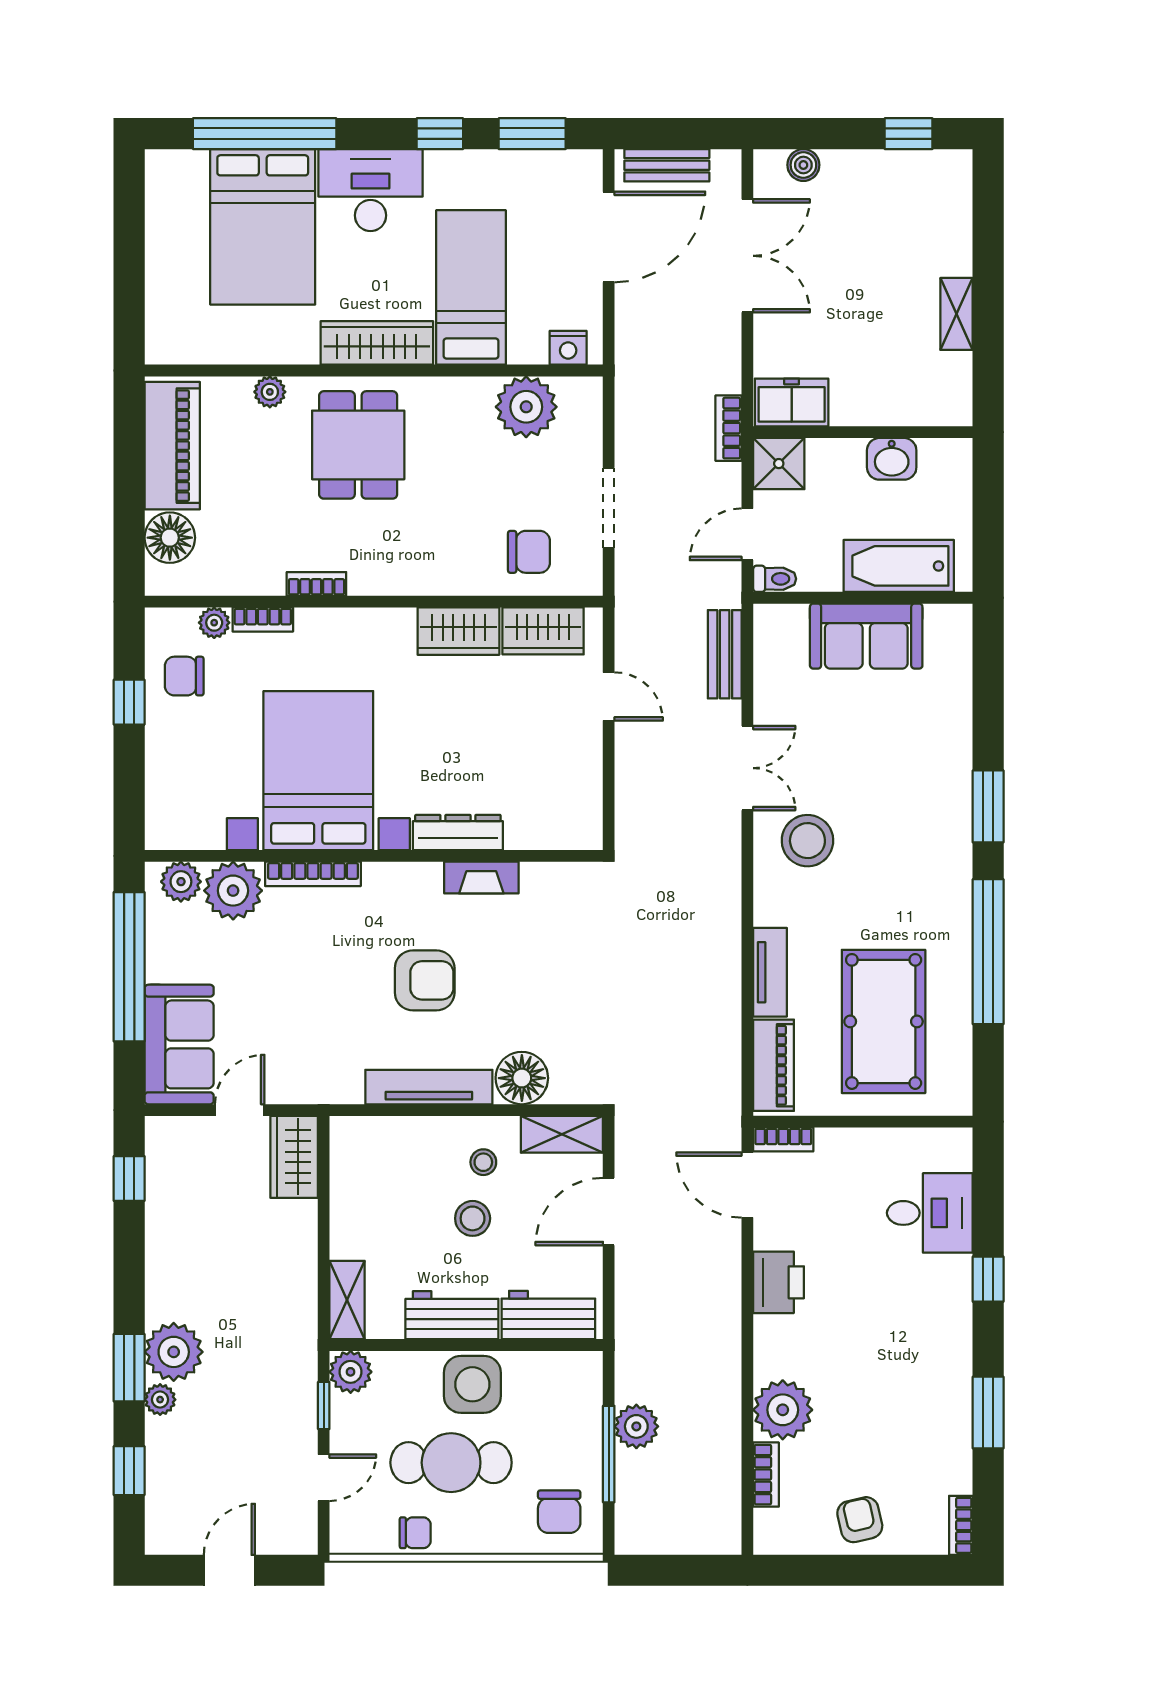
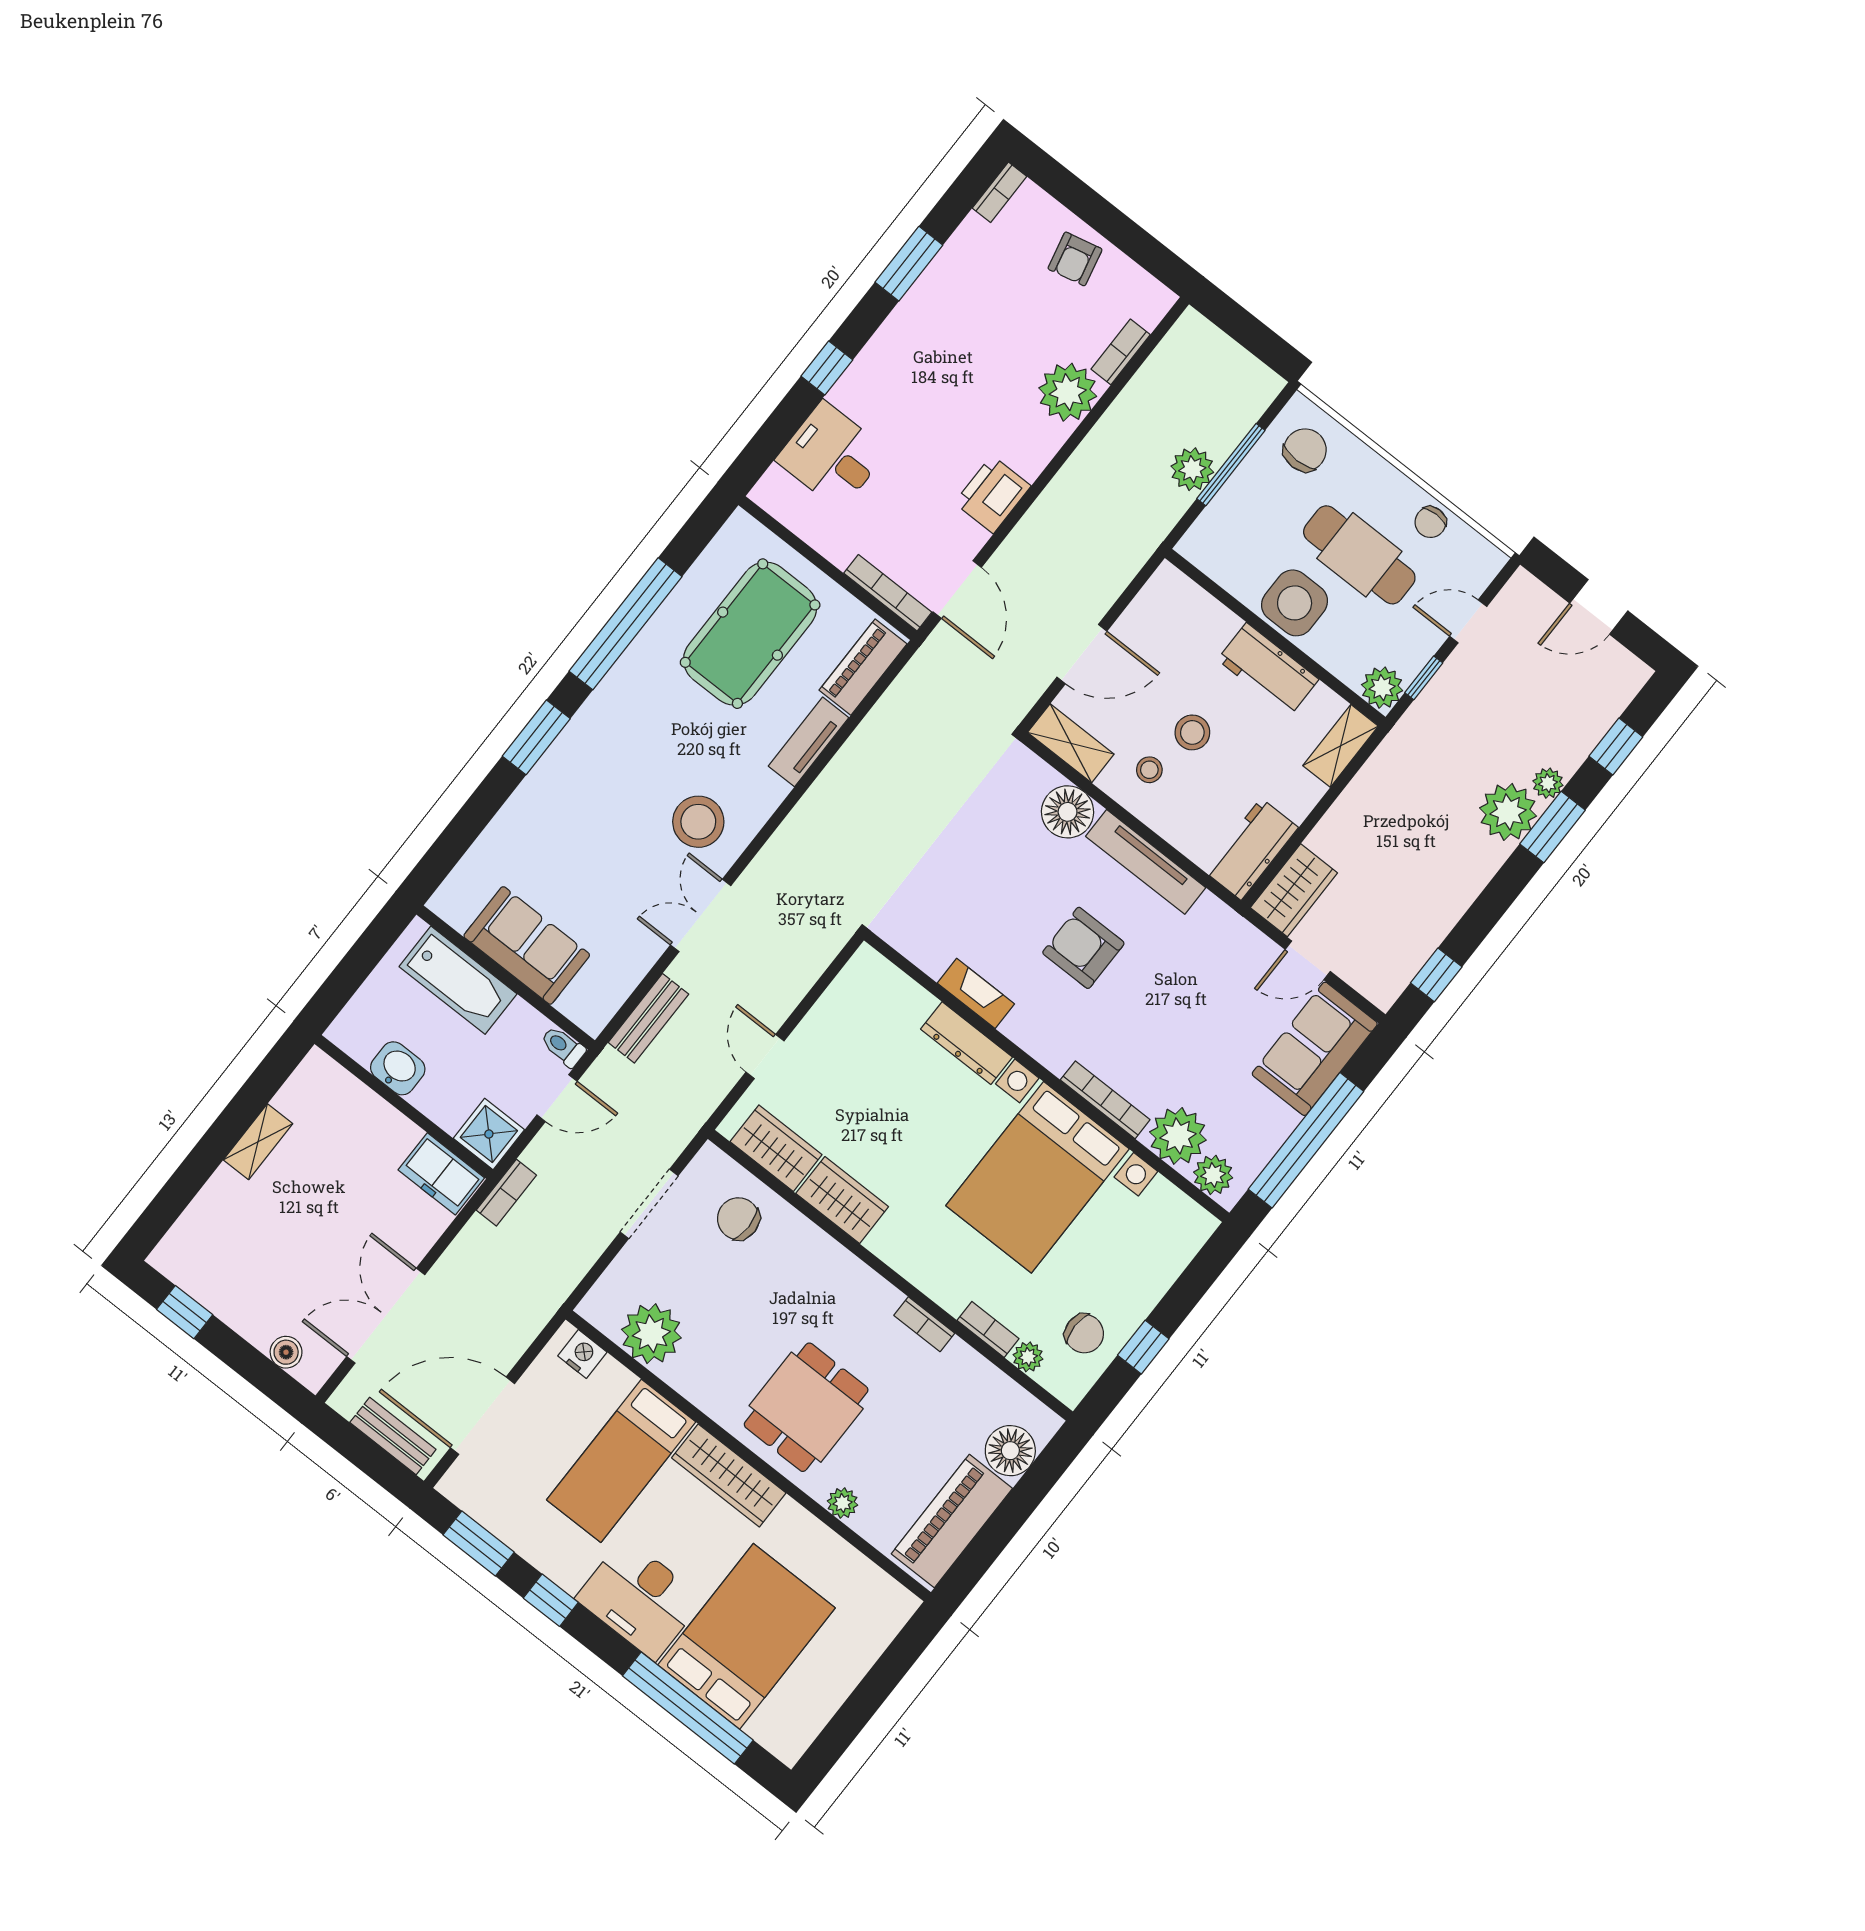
bookcase: (783, 1139) -> (888, 593), width x1.56
workbench: (548, 1315) -> (1251, 849), moved, turned 90
chair: (415, 1533) -> (1430, 522), turned -90

